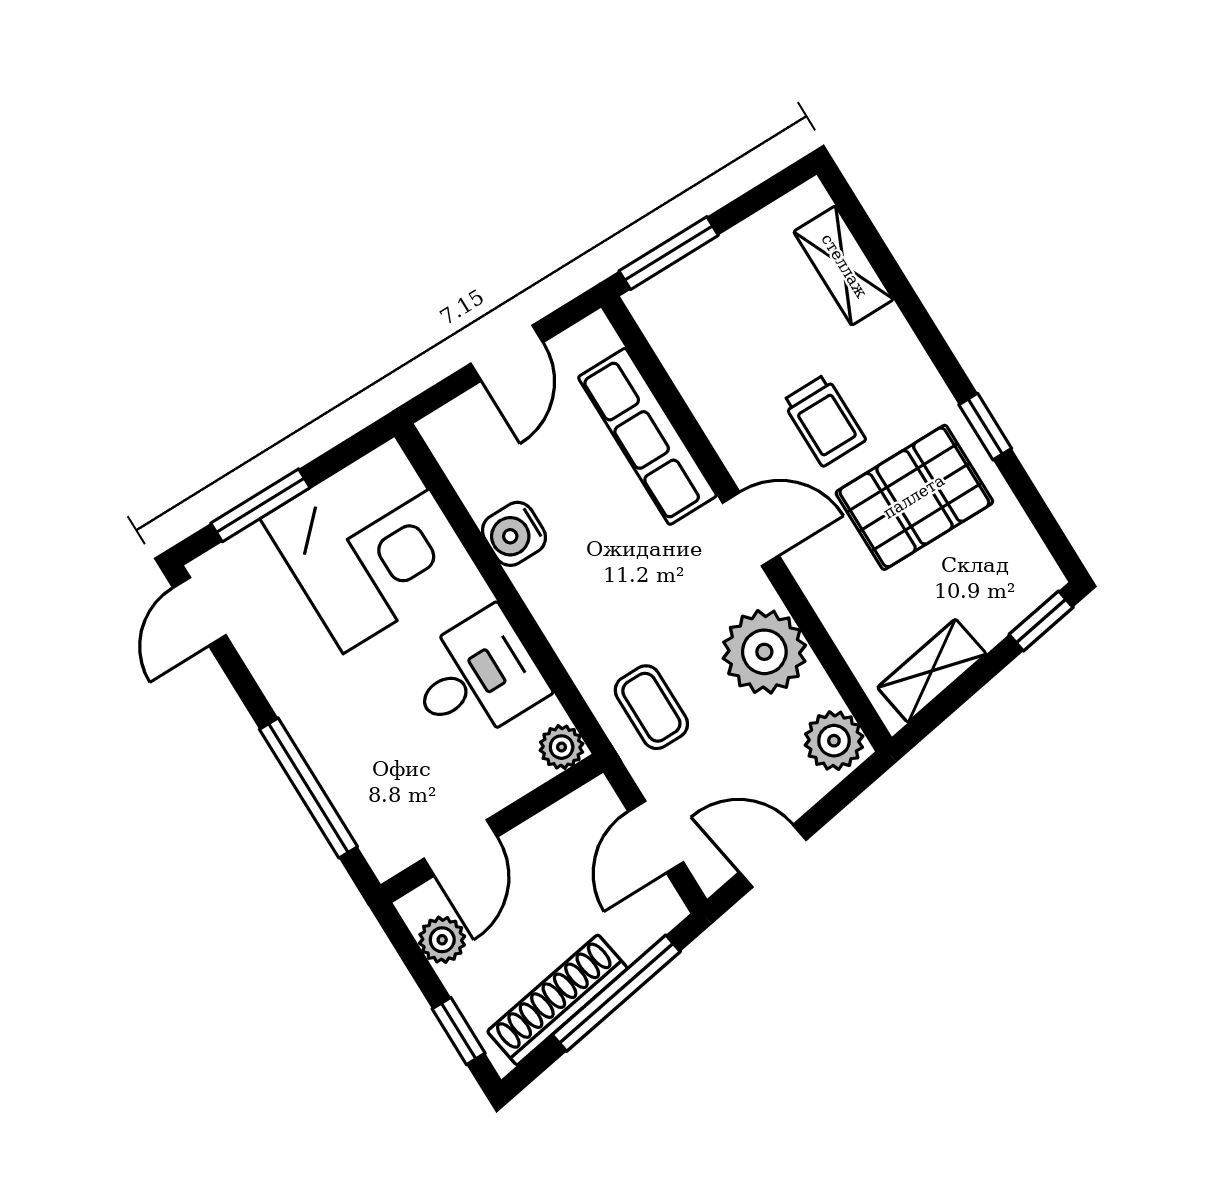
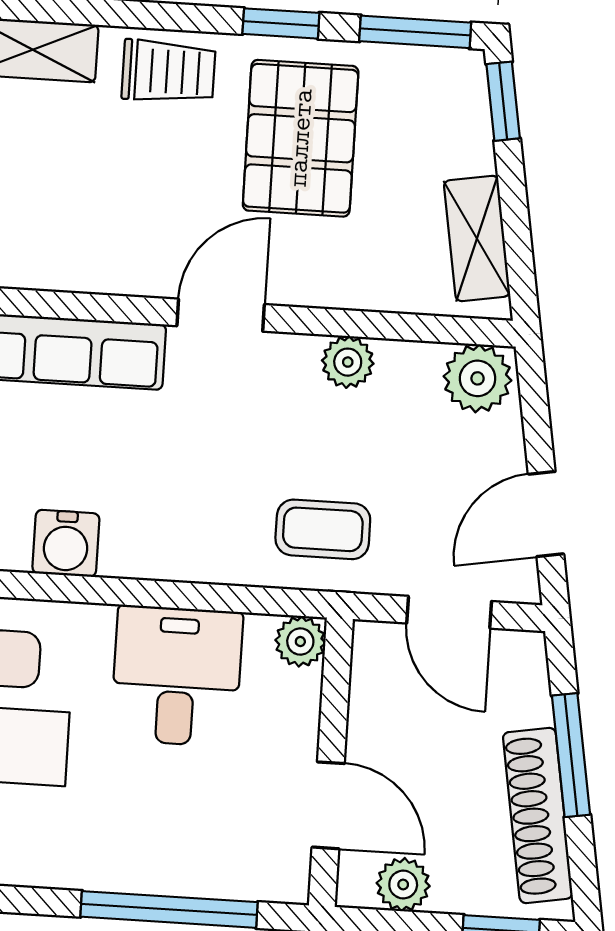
trolley: (824, 420) -> (169, 71), moved
window: (1046, 525) -> (415, 32), added
plant: (764, 652) -> (348, 362), width x0.53, depth x0.53
window: (616, 993) -> (571, 755), width x0.69

